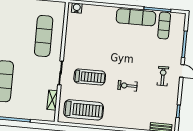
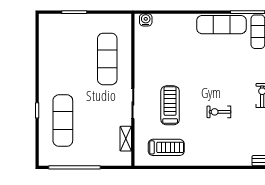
treadmill: (90, 77) -> (170, 105), turned -90
treadmill: (84, 110) -> (166, 147), width x0.73, depth x0.73

